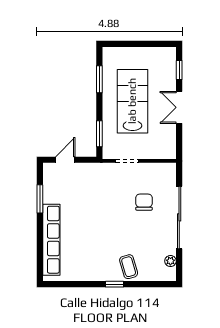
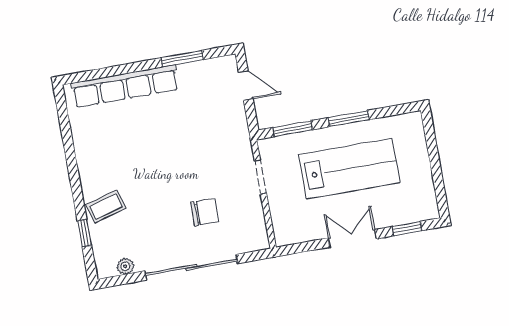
window: (99, 79) -> (349, 119), moved
window: (114, 284) -> (84, 233), moved

